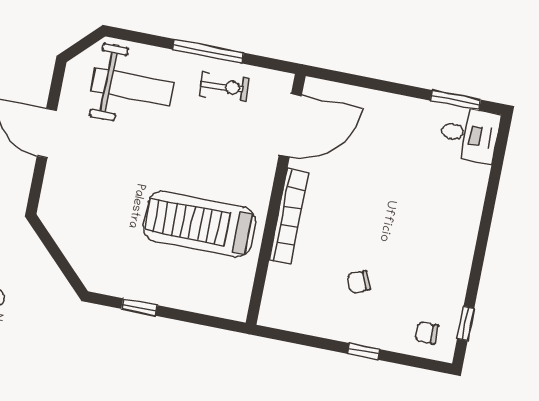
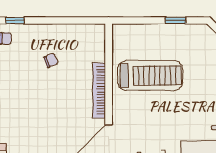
window: (364, 351) -> (15, 20), moved

